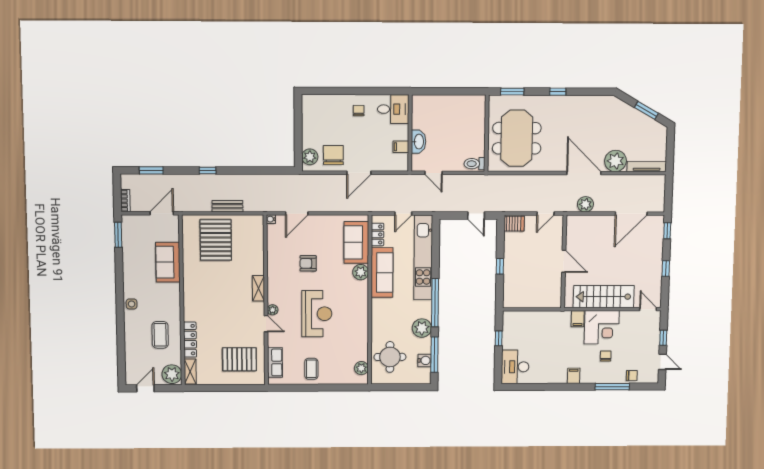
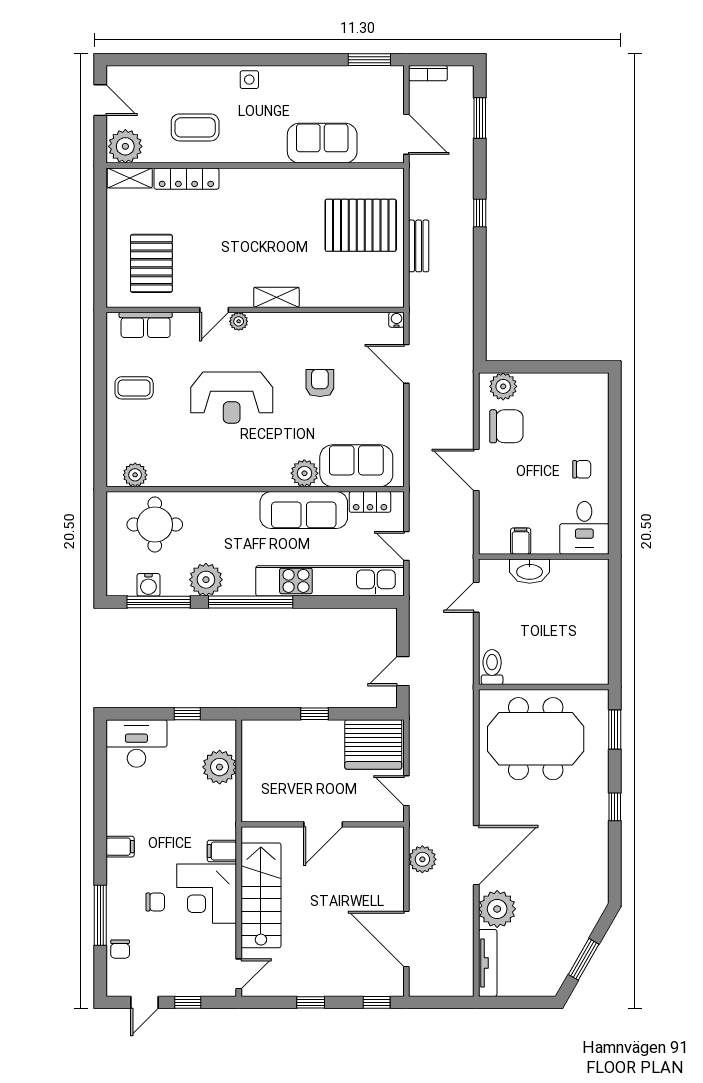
server rack: (514, 224) -> (373, 744), width x2.18, depth x1.44
plant: (530, 320) -> (220, 767), added

